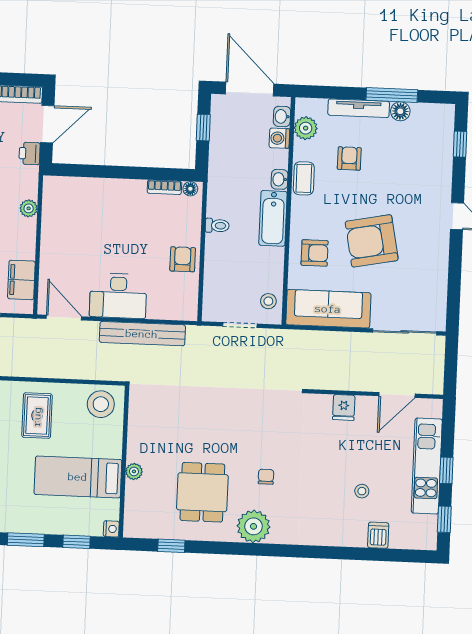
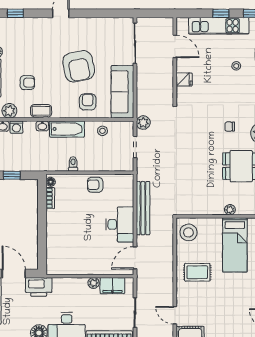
printer: (30, 153) -> (39, 287), width x1.87, depth x1.48
armchair: (349, 158) -> (27, 83), turned 180
plant: (29, 208) -> (94, 283), moved
stool: (268, 301) -> (102, 131), moved
plant: (278, 340) -> (143, 123), added

